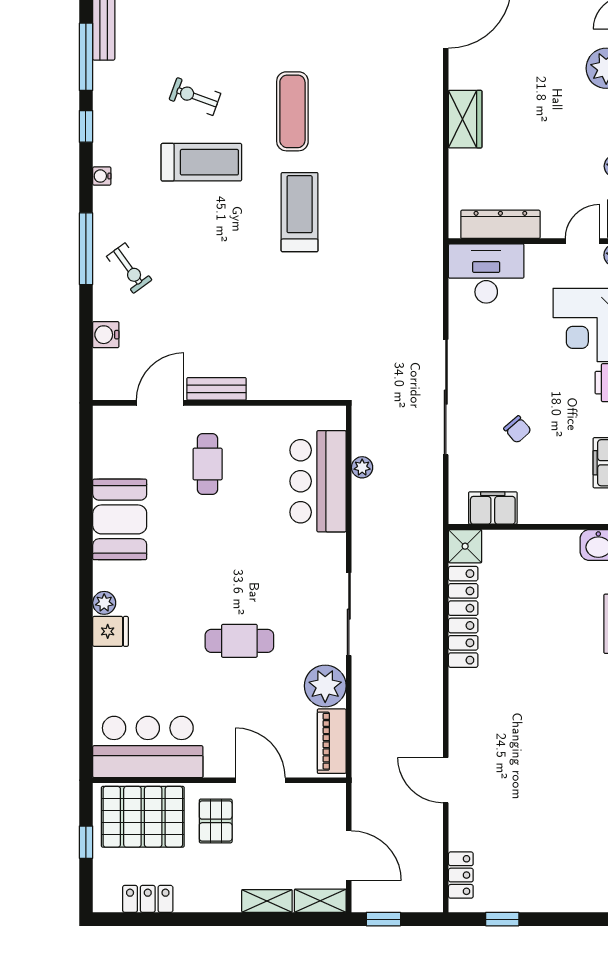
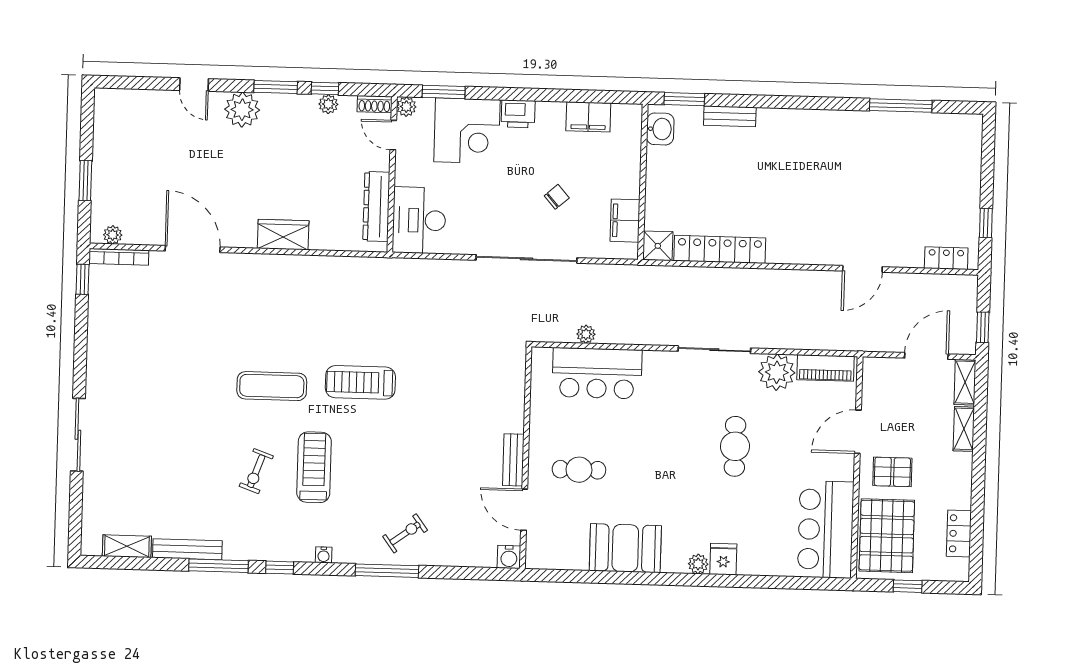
water cooler: (106, 335) -> (509, 557), moved

